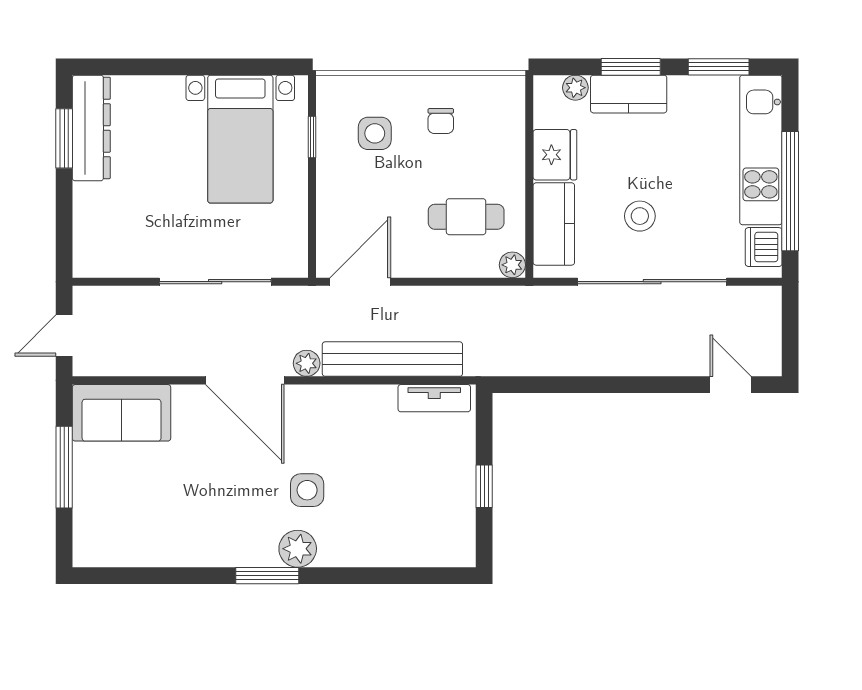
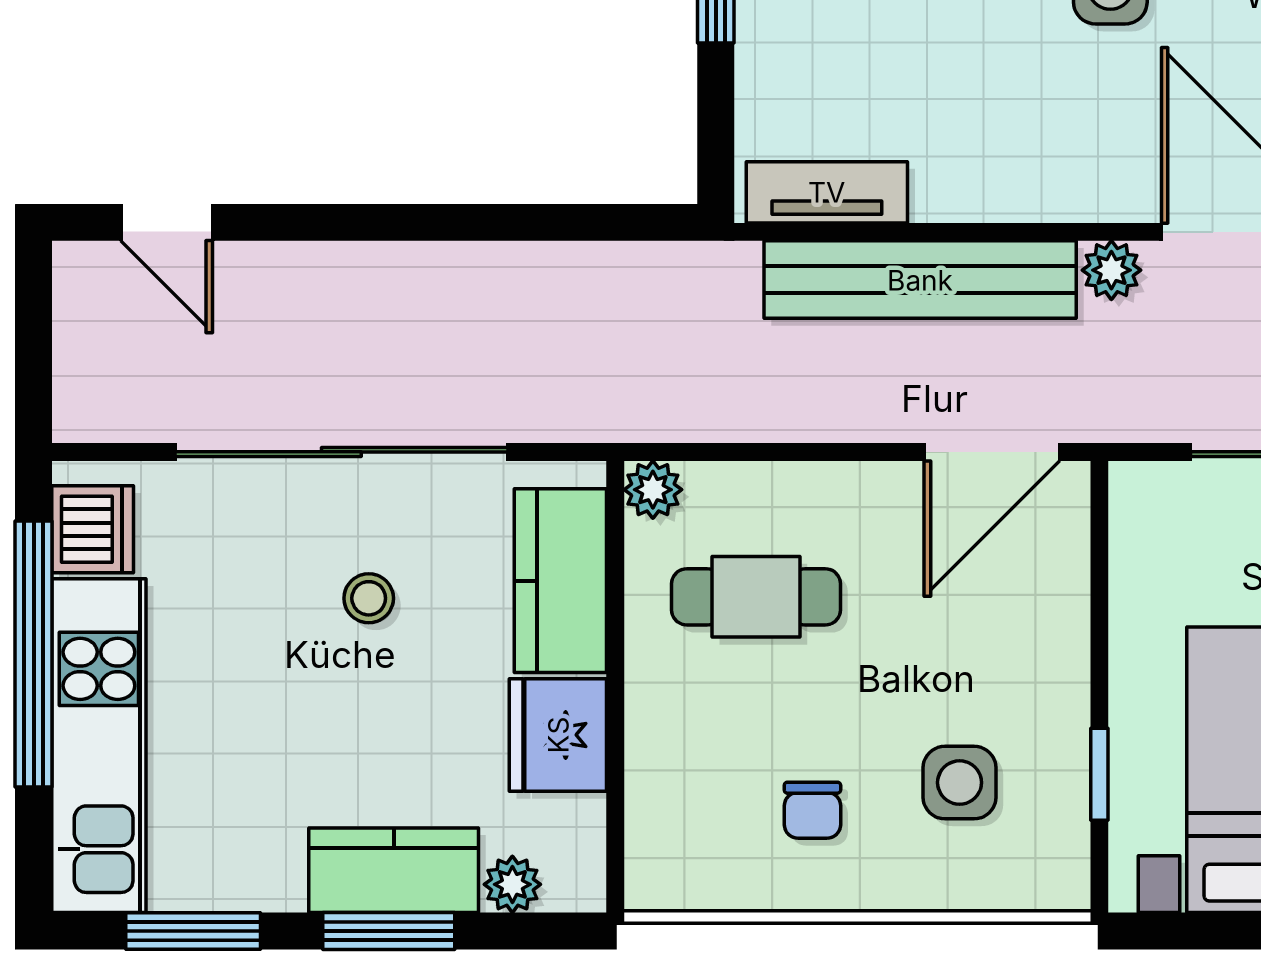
chair: (441, 121) -> (812, 810), turned 180
stool: (640, 216) -> (369, 598), width x0.73, depth x0.73

